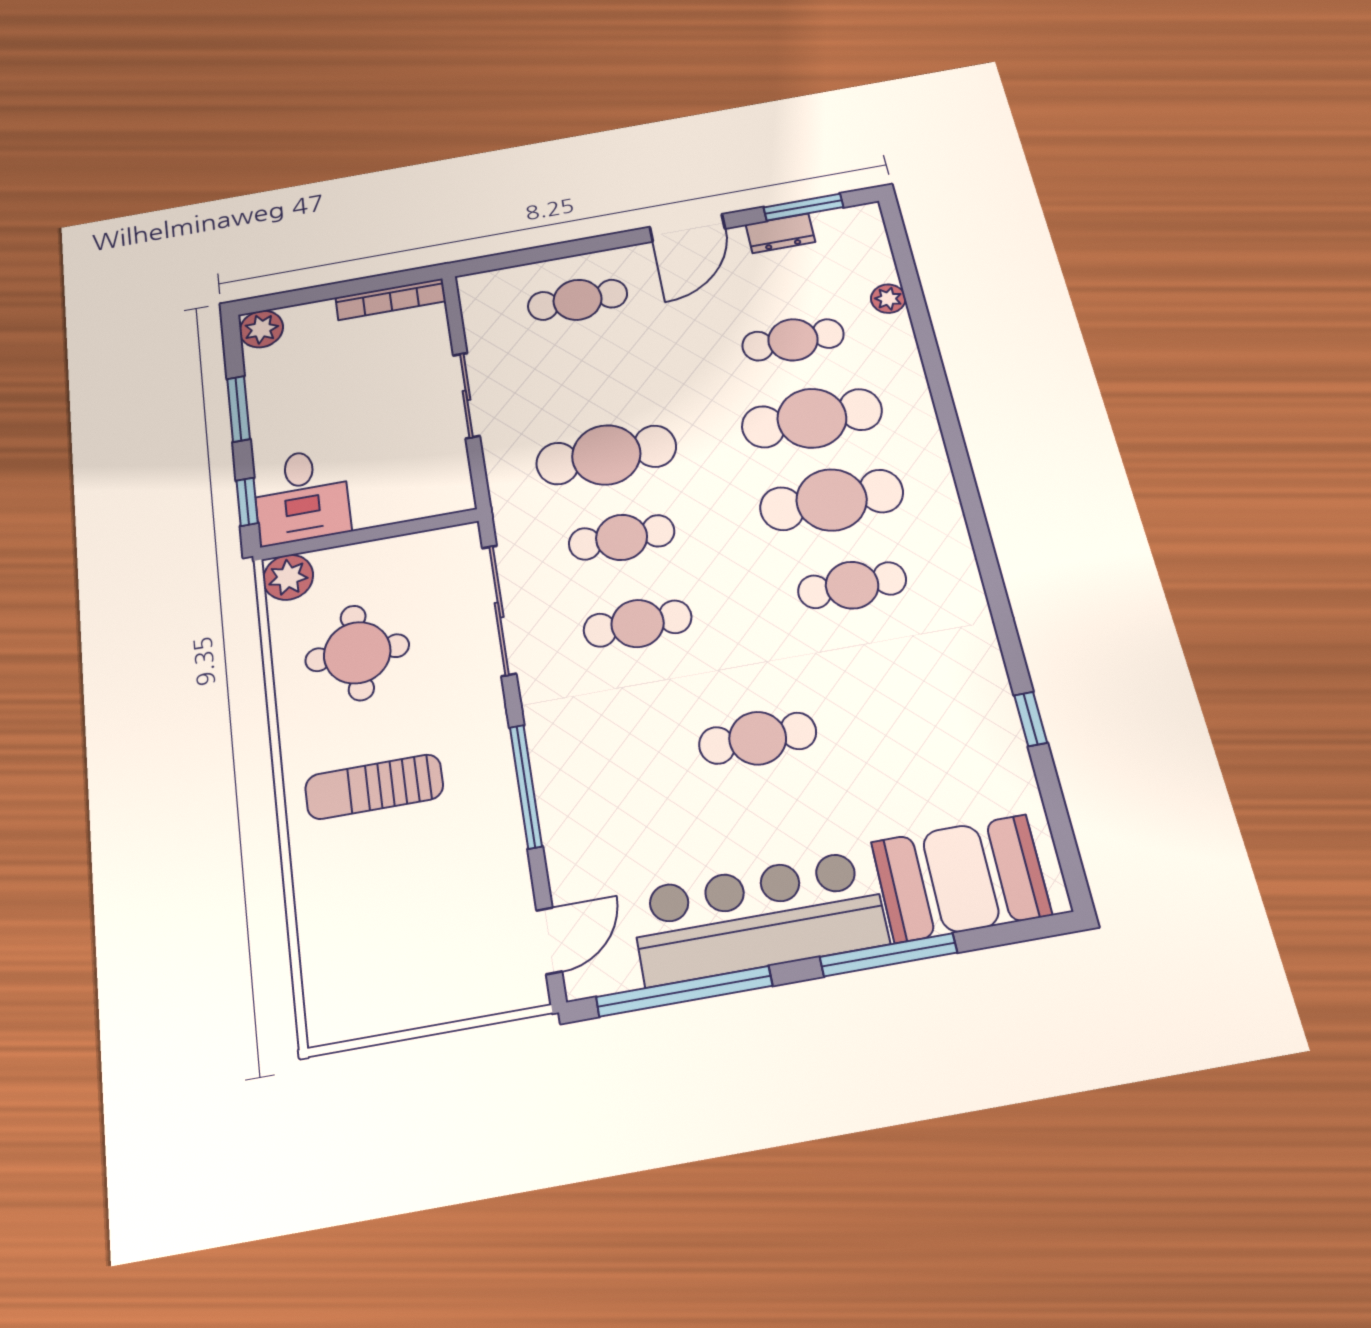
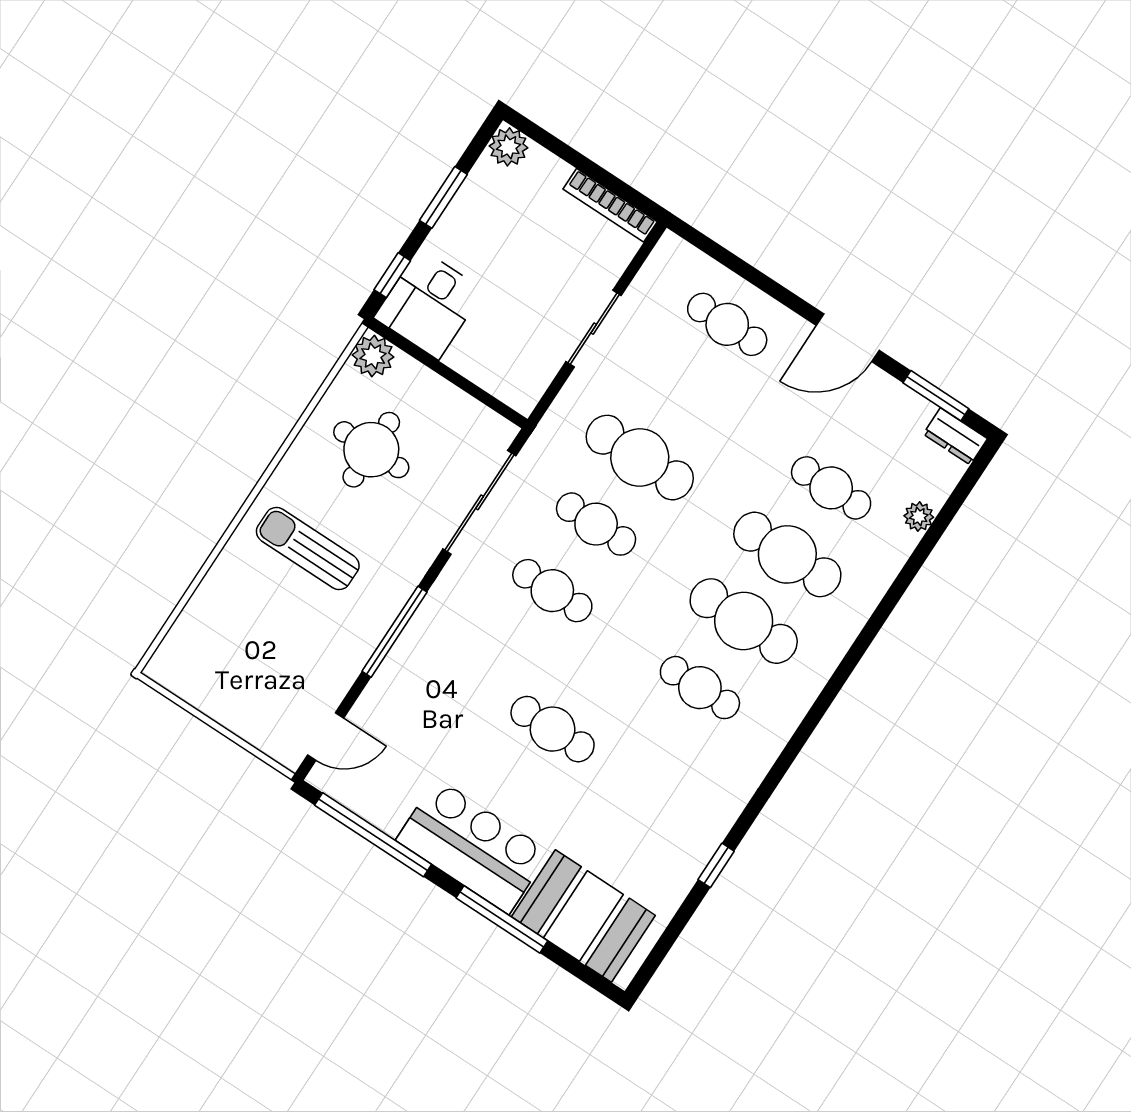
dresser: (780, 233) -> (955, 436), moved
bar counter: (758, 918) -> (473, 846), width x0.73

